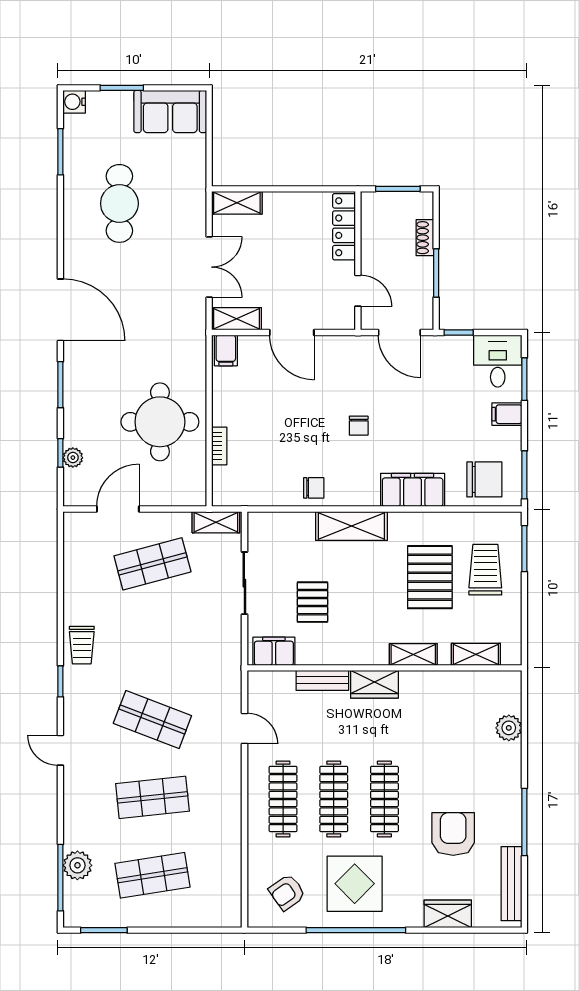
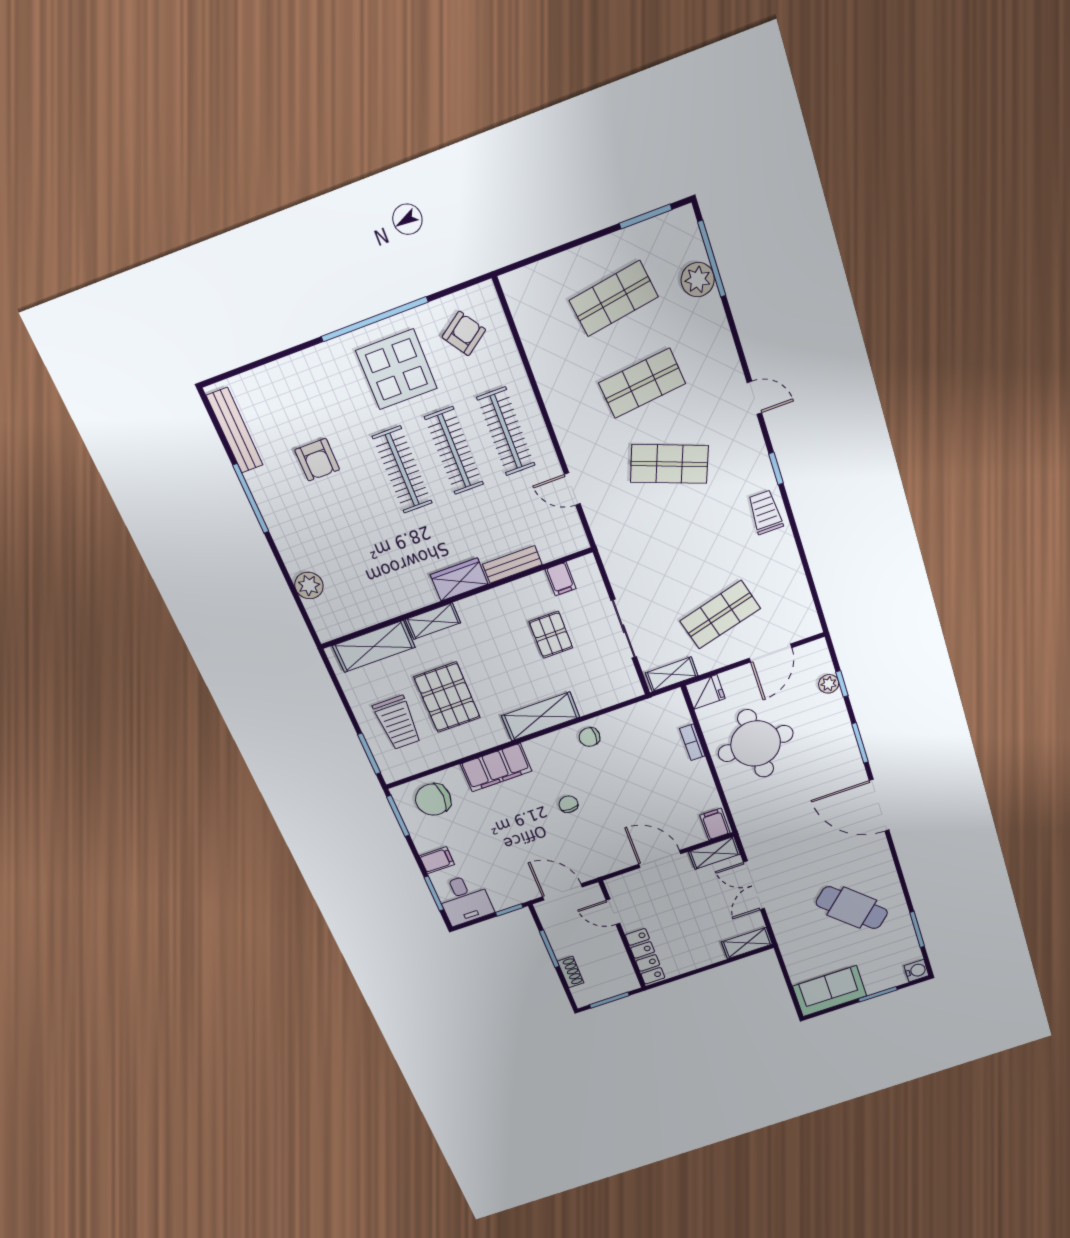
cafe table: (119, 203) -> (852, 908), turned -45
fridge: (190, 493) -> (705, 692), added
filing cabinet: (274, 651) -> (561, 579), width x0.50
shelving: (476, 654) -> (374, 646), width x1.50, depth x1.33
armchair: (453, 834) -> (317, 460), width x0.72, depth x0.72
wardrobe: (448, 914) -> (286, 373), removed

